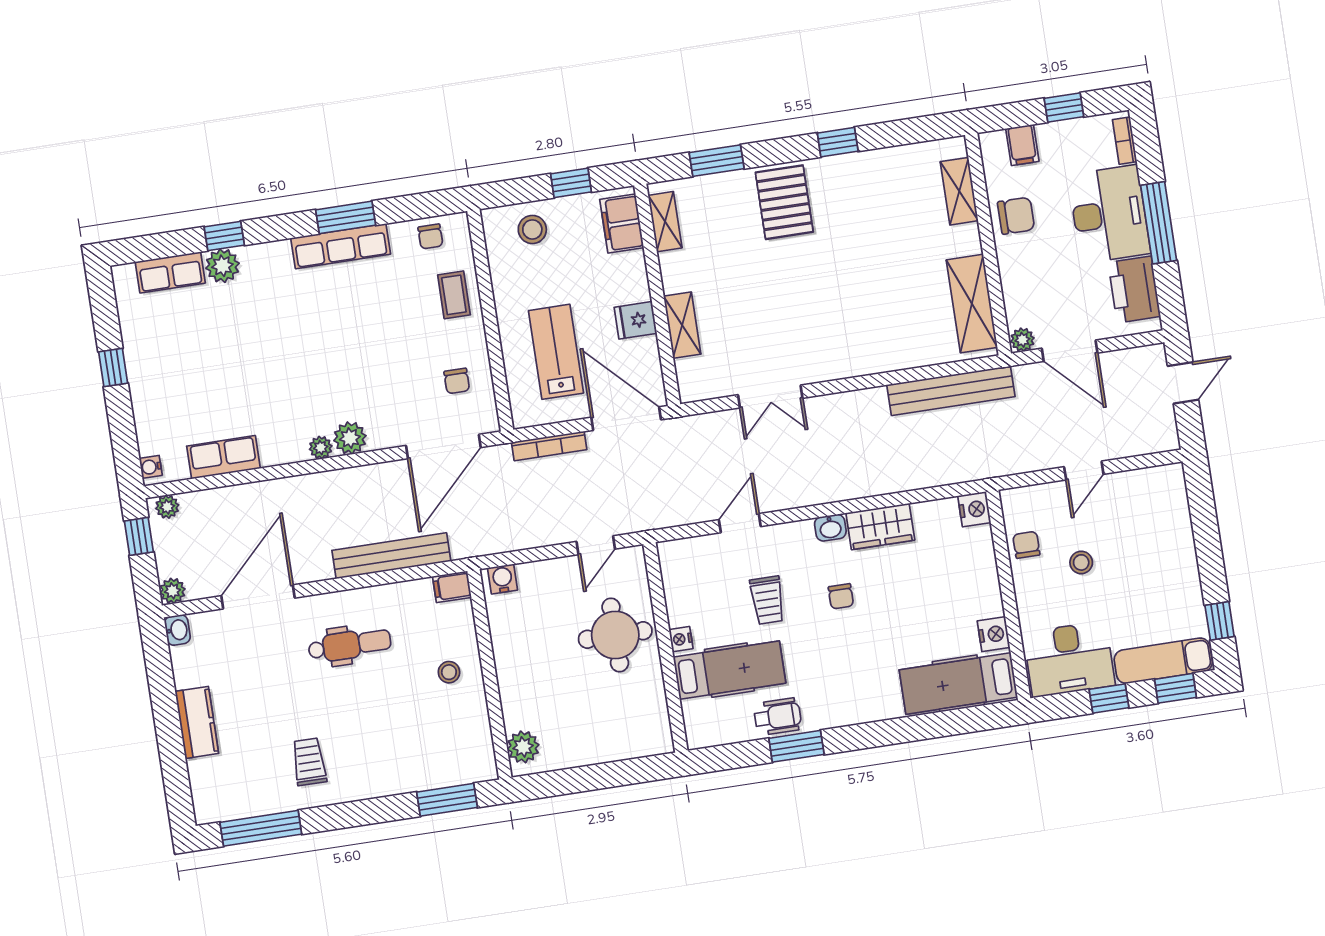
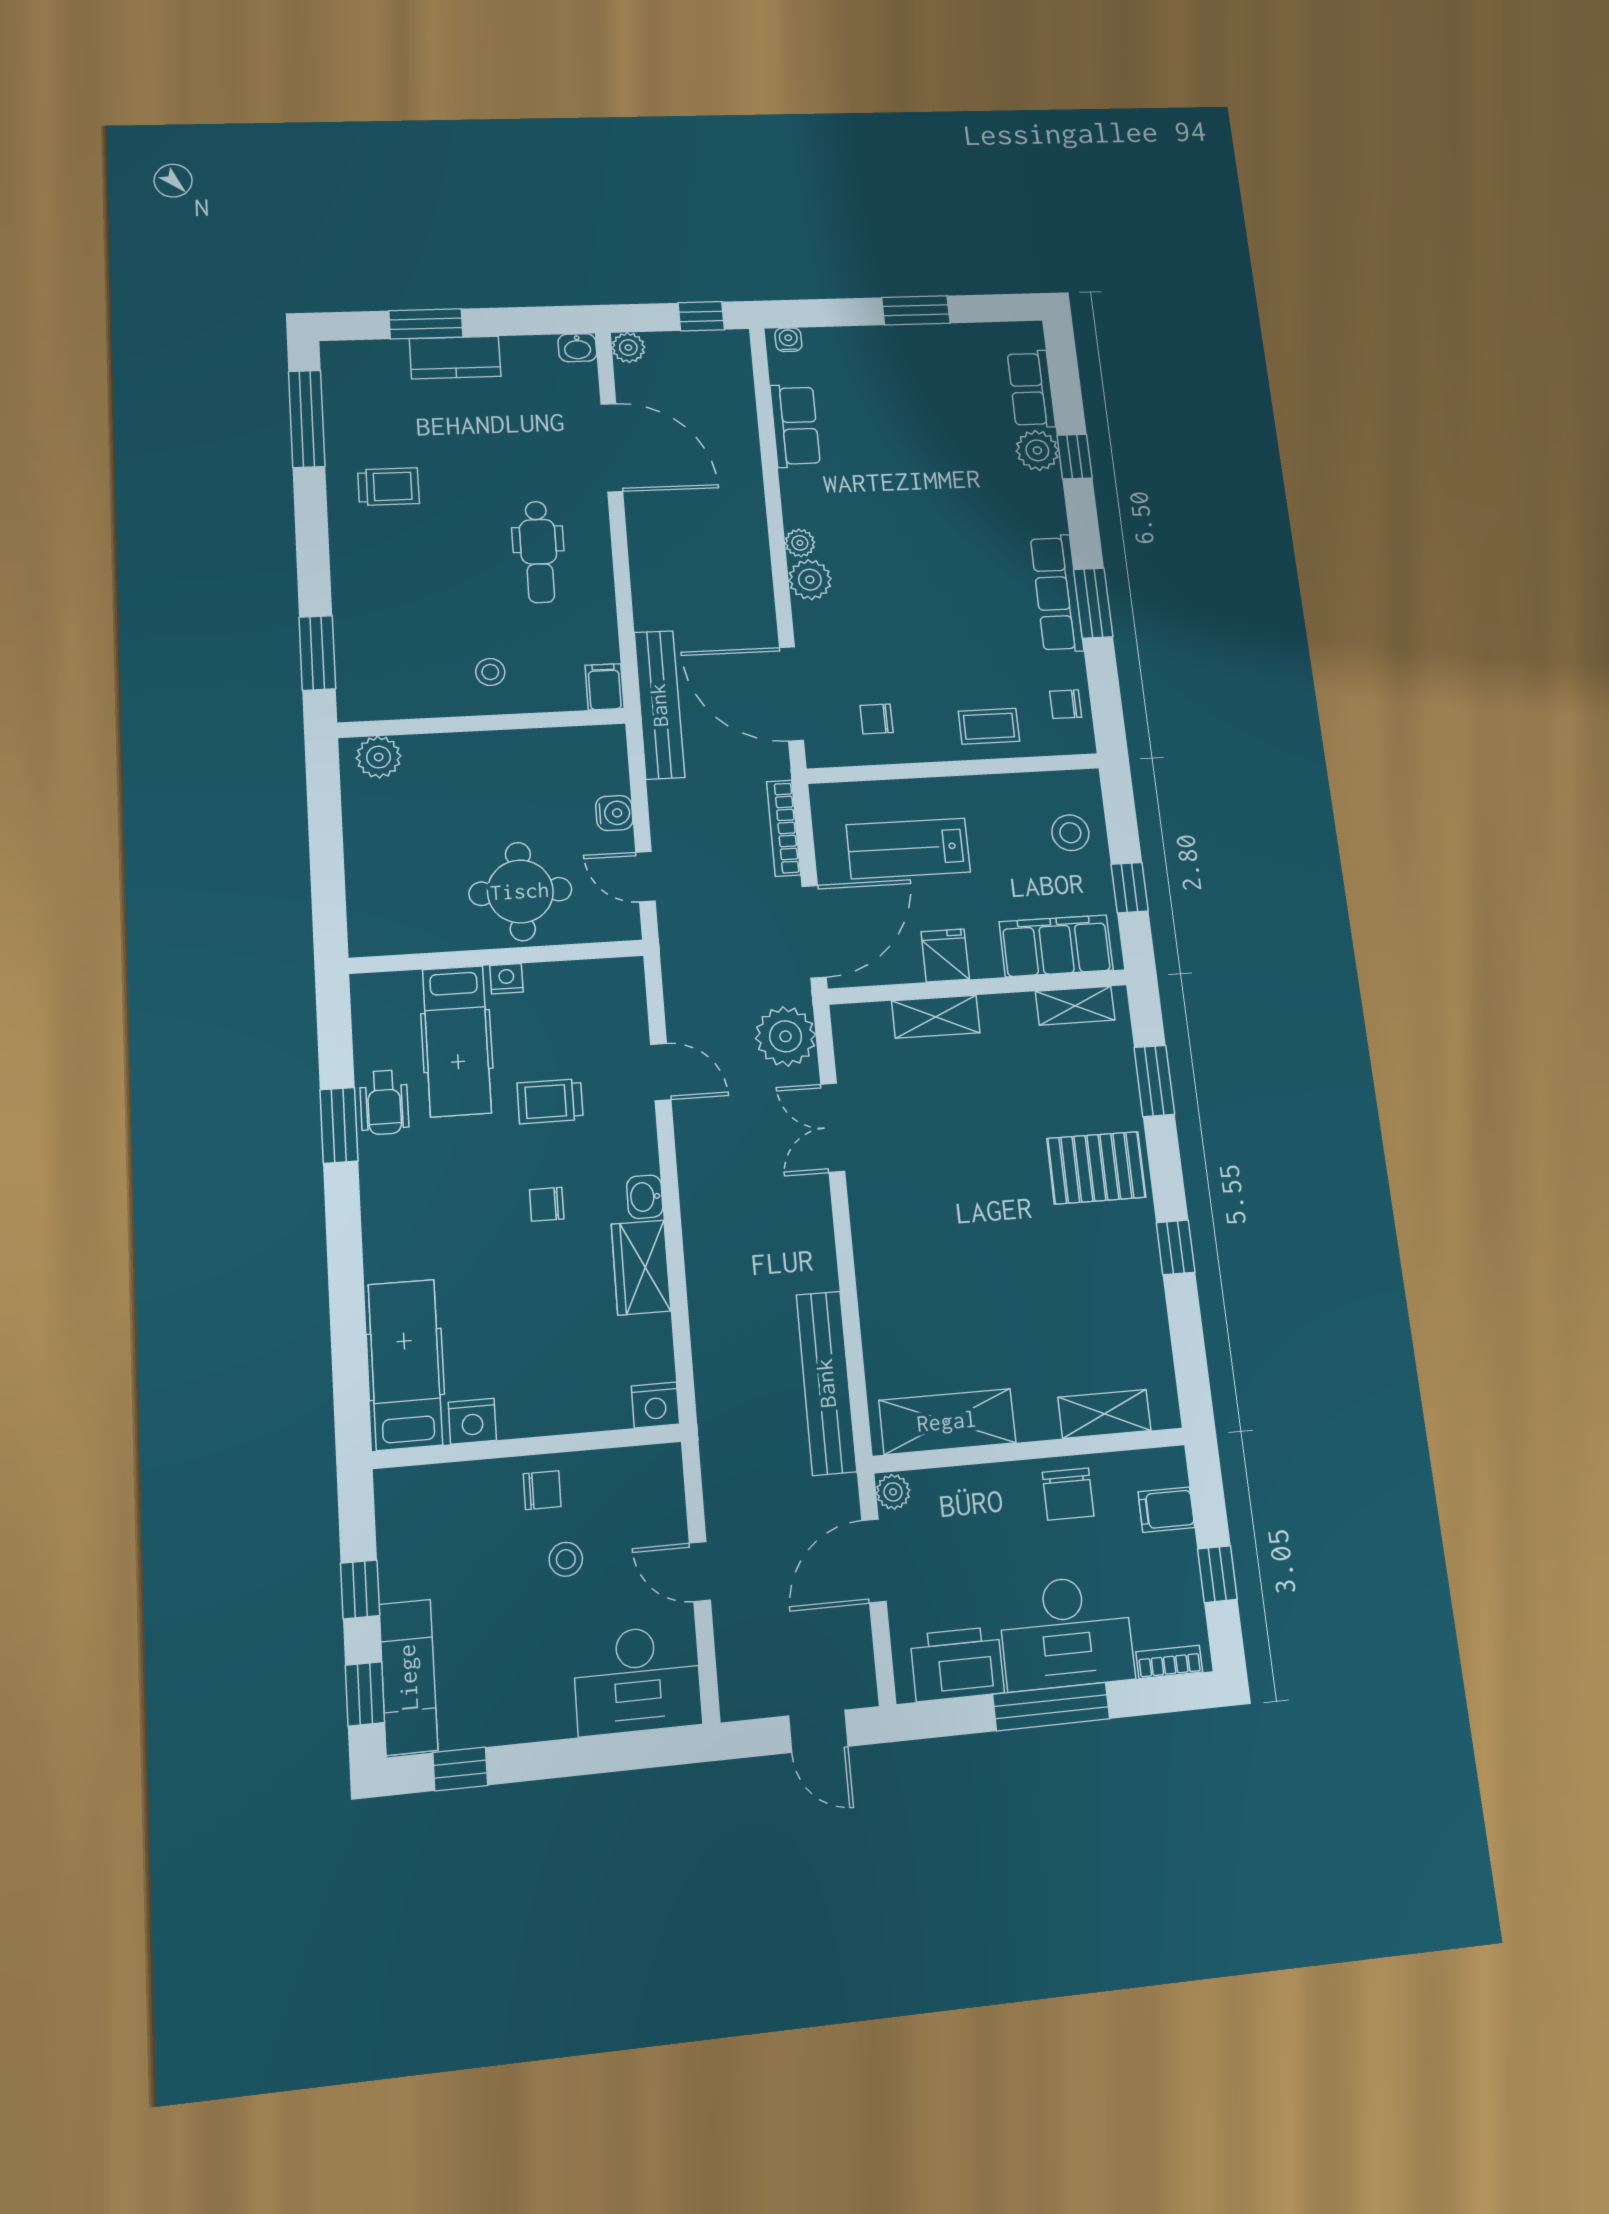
filing cabinet: (622, 224) -> (1056, 946), width x1.50, depth x1.17
lab bench: (556, 352) -> (908, 848), turned 180
window: (113, 367) -> (916, 310), width x1.50
plant: (167, 507) -> (786, 1036), moved, width x1.88, depth x1.88
chair: (1026, 545) -> (542, 1490), moved
bench: (391, 556) -> (659, 705), moved
water cooler: (503, 579) -> (614, 813), moved
desk: (1069, 659) -> (637, 1680), moved, turned -90
window: (171, 747) -> (426, 324), added

